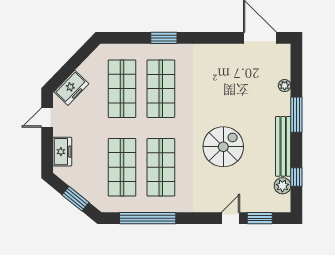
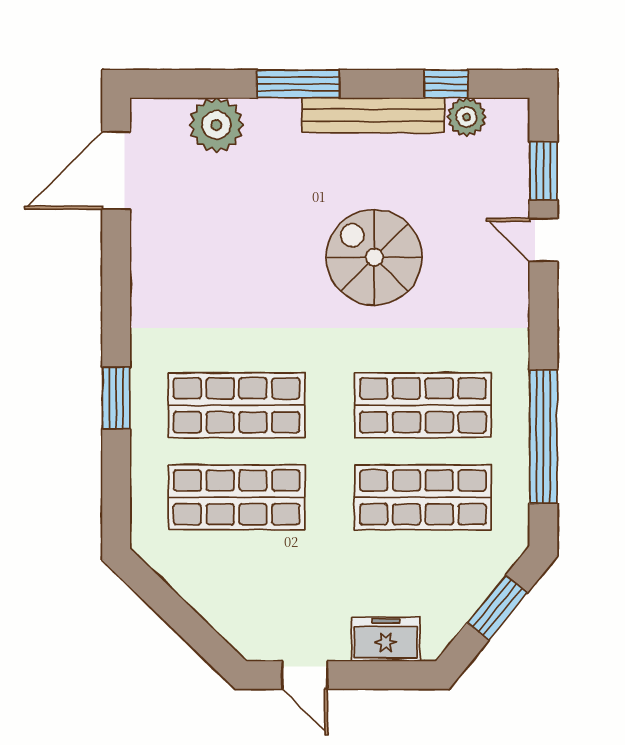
plant: (285, 86) -> (216, 125), width x1.88, depth x1.88
freezer: (71, 88) -> (235, 617), removed

